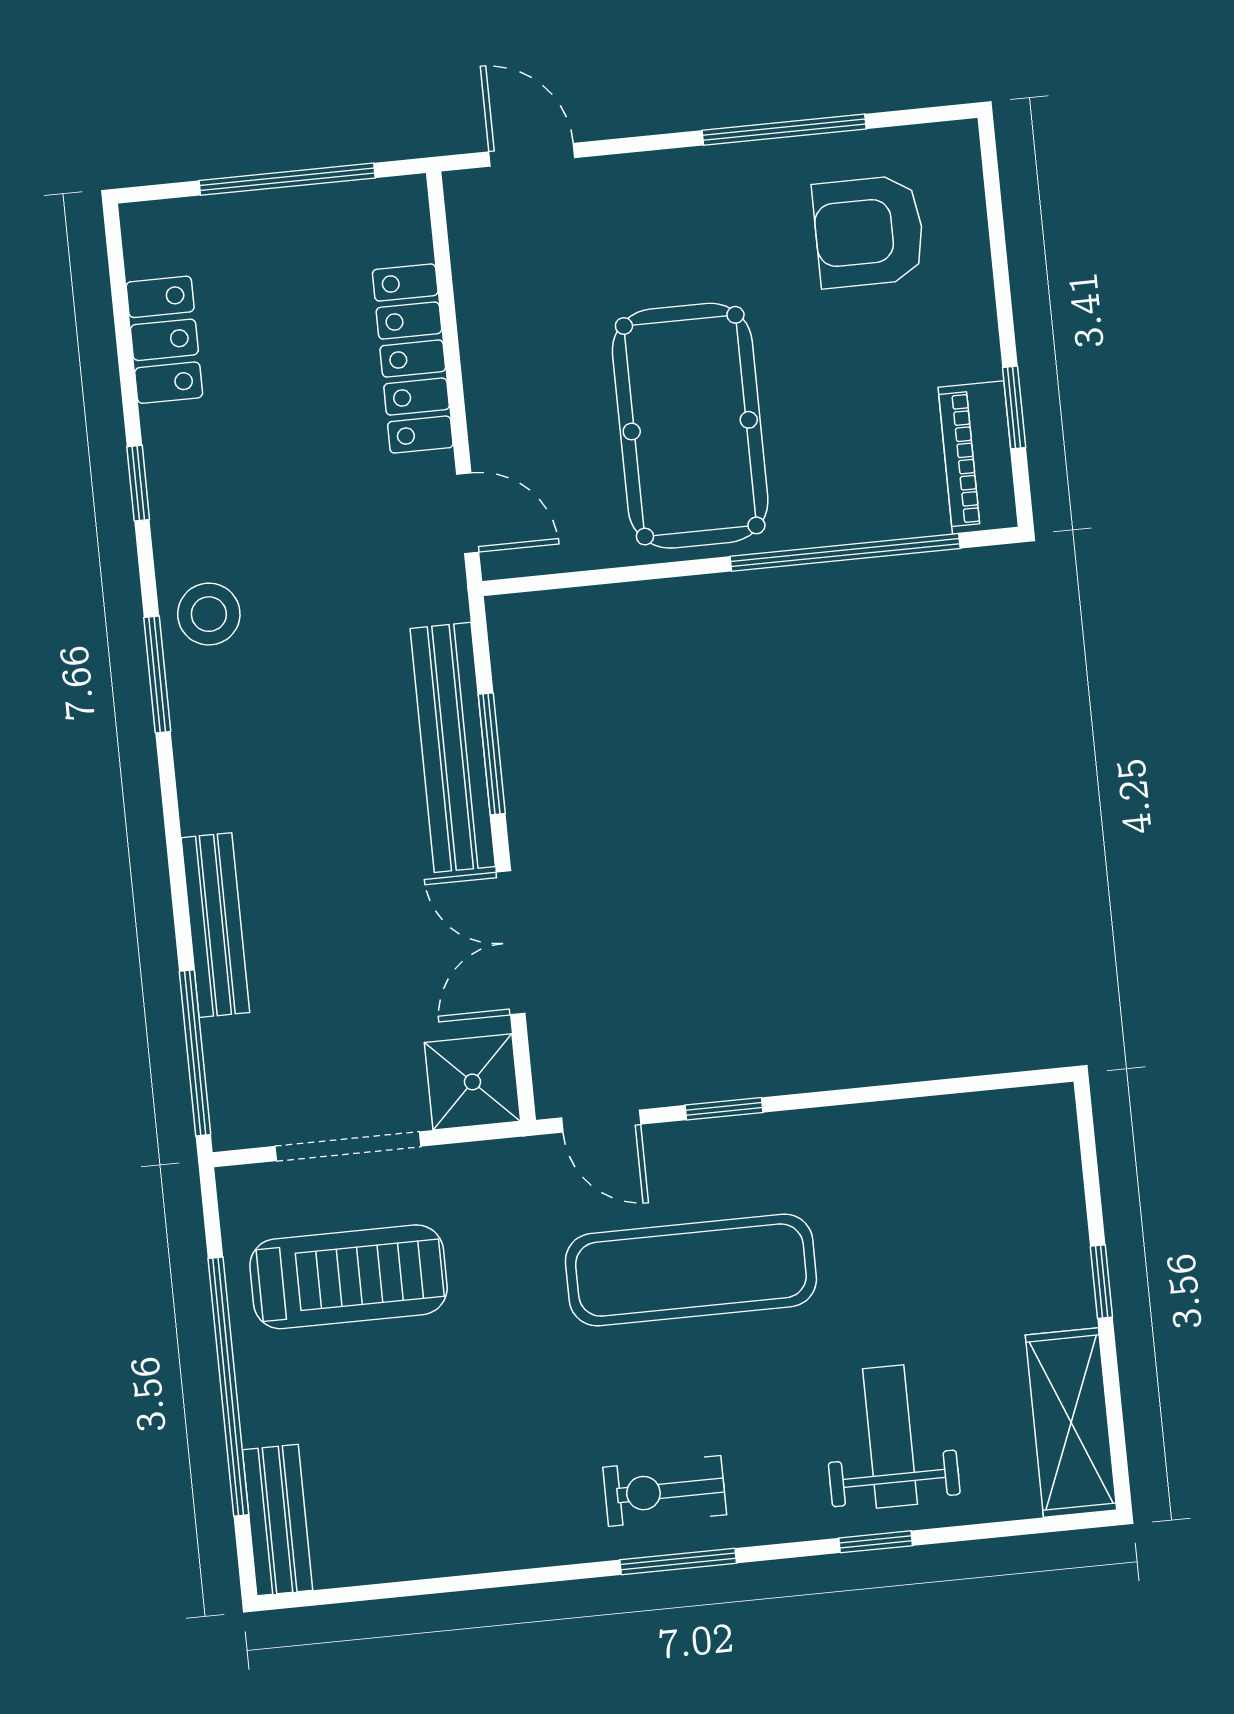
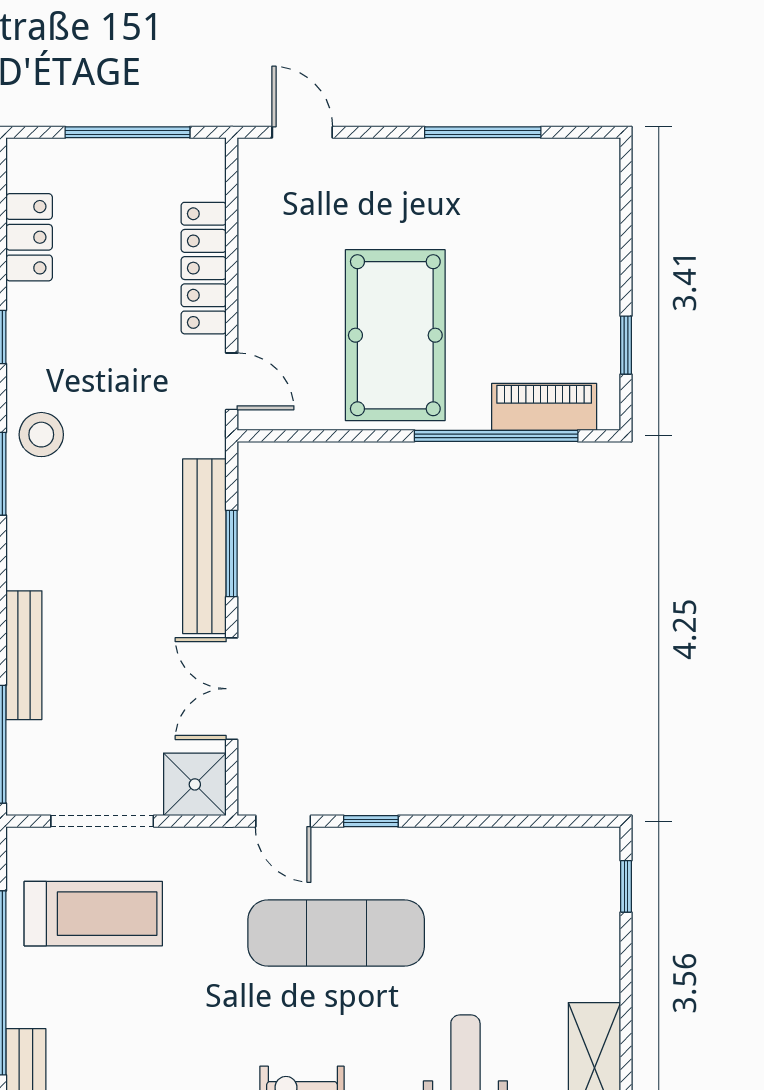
armchair: (869, 232) -> (535, 210), removed
piano: (978, 457) -> (544, 407), moved, turned 90
window: (1101, 1282) -> (626, 886), moved

